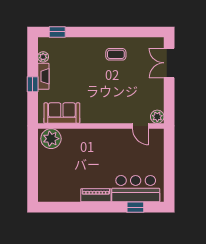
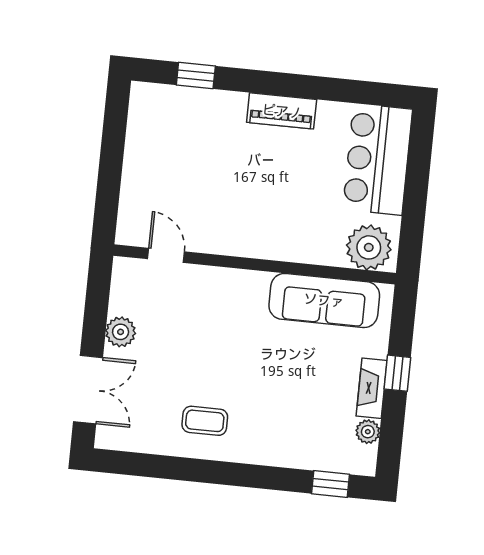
sofa: (62, 113) -> (324, 300), width x1.36
plant: (157, 117) -> (121, 332), moved
bar counter: (136, 189) -> (378, 159), moved, turned 90

